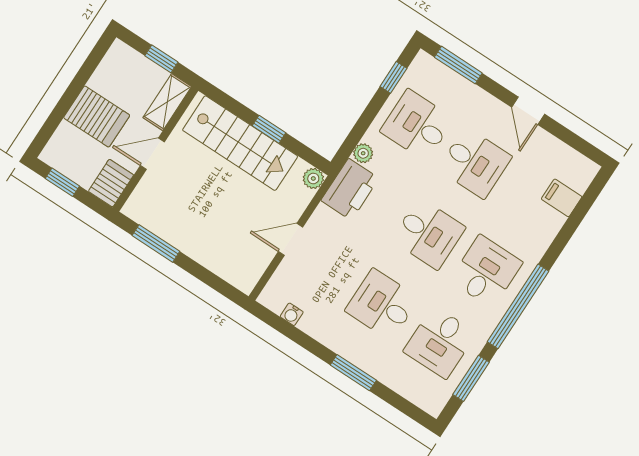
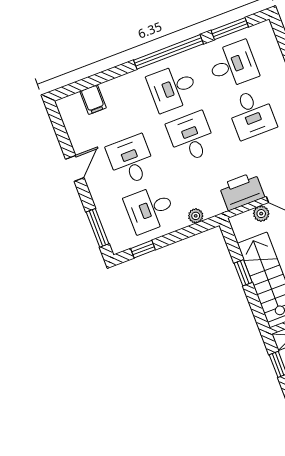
desk: (417, 125) -> (150, 209), turned 90
plant: (313, 178) -> (261, 214), moved
printer: (350, 189) -> (242, 191), moved

